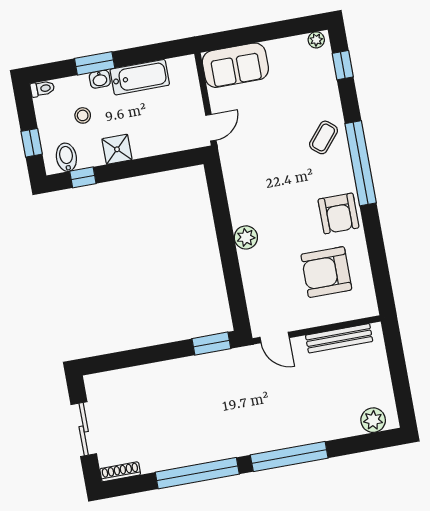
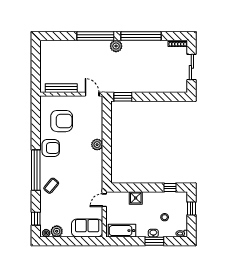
plant: (296, 47) -> (57, 231), added
bathtub: (140, 77) -> (122, 231), moved
shower: (117, 149) -> (136, 198), moved
bidet: (66, 157) -> (176, 199), removed
armchair: (338, 213) -> (51, 148), turned 90
plant: (373, 420) -> (116, 46), moved

